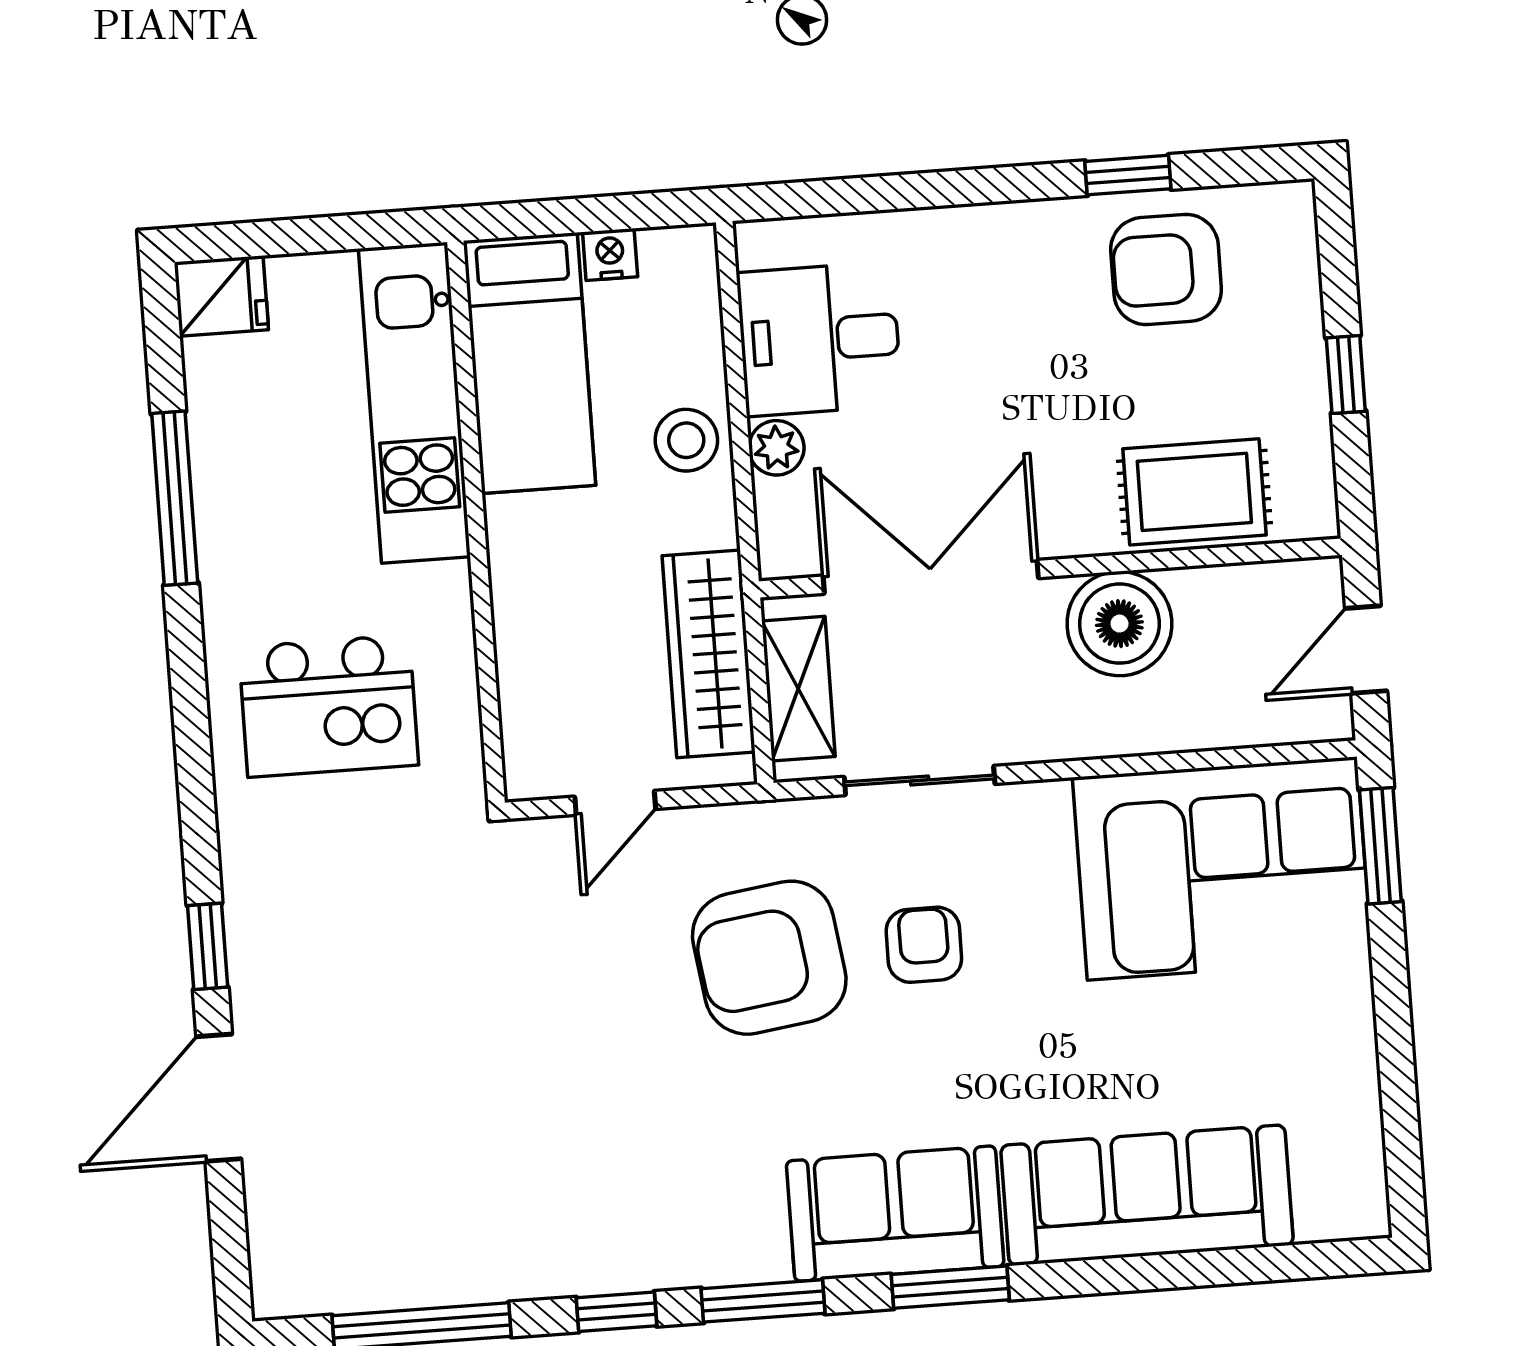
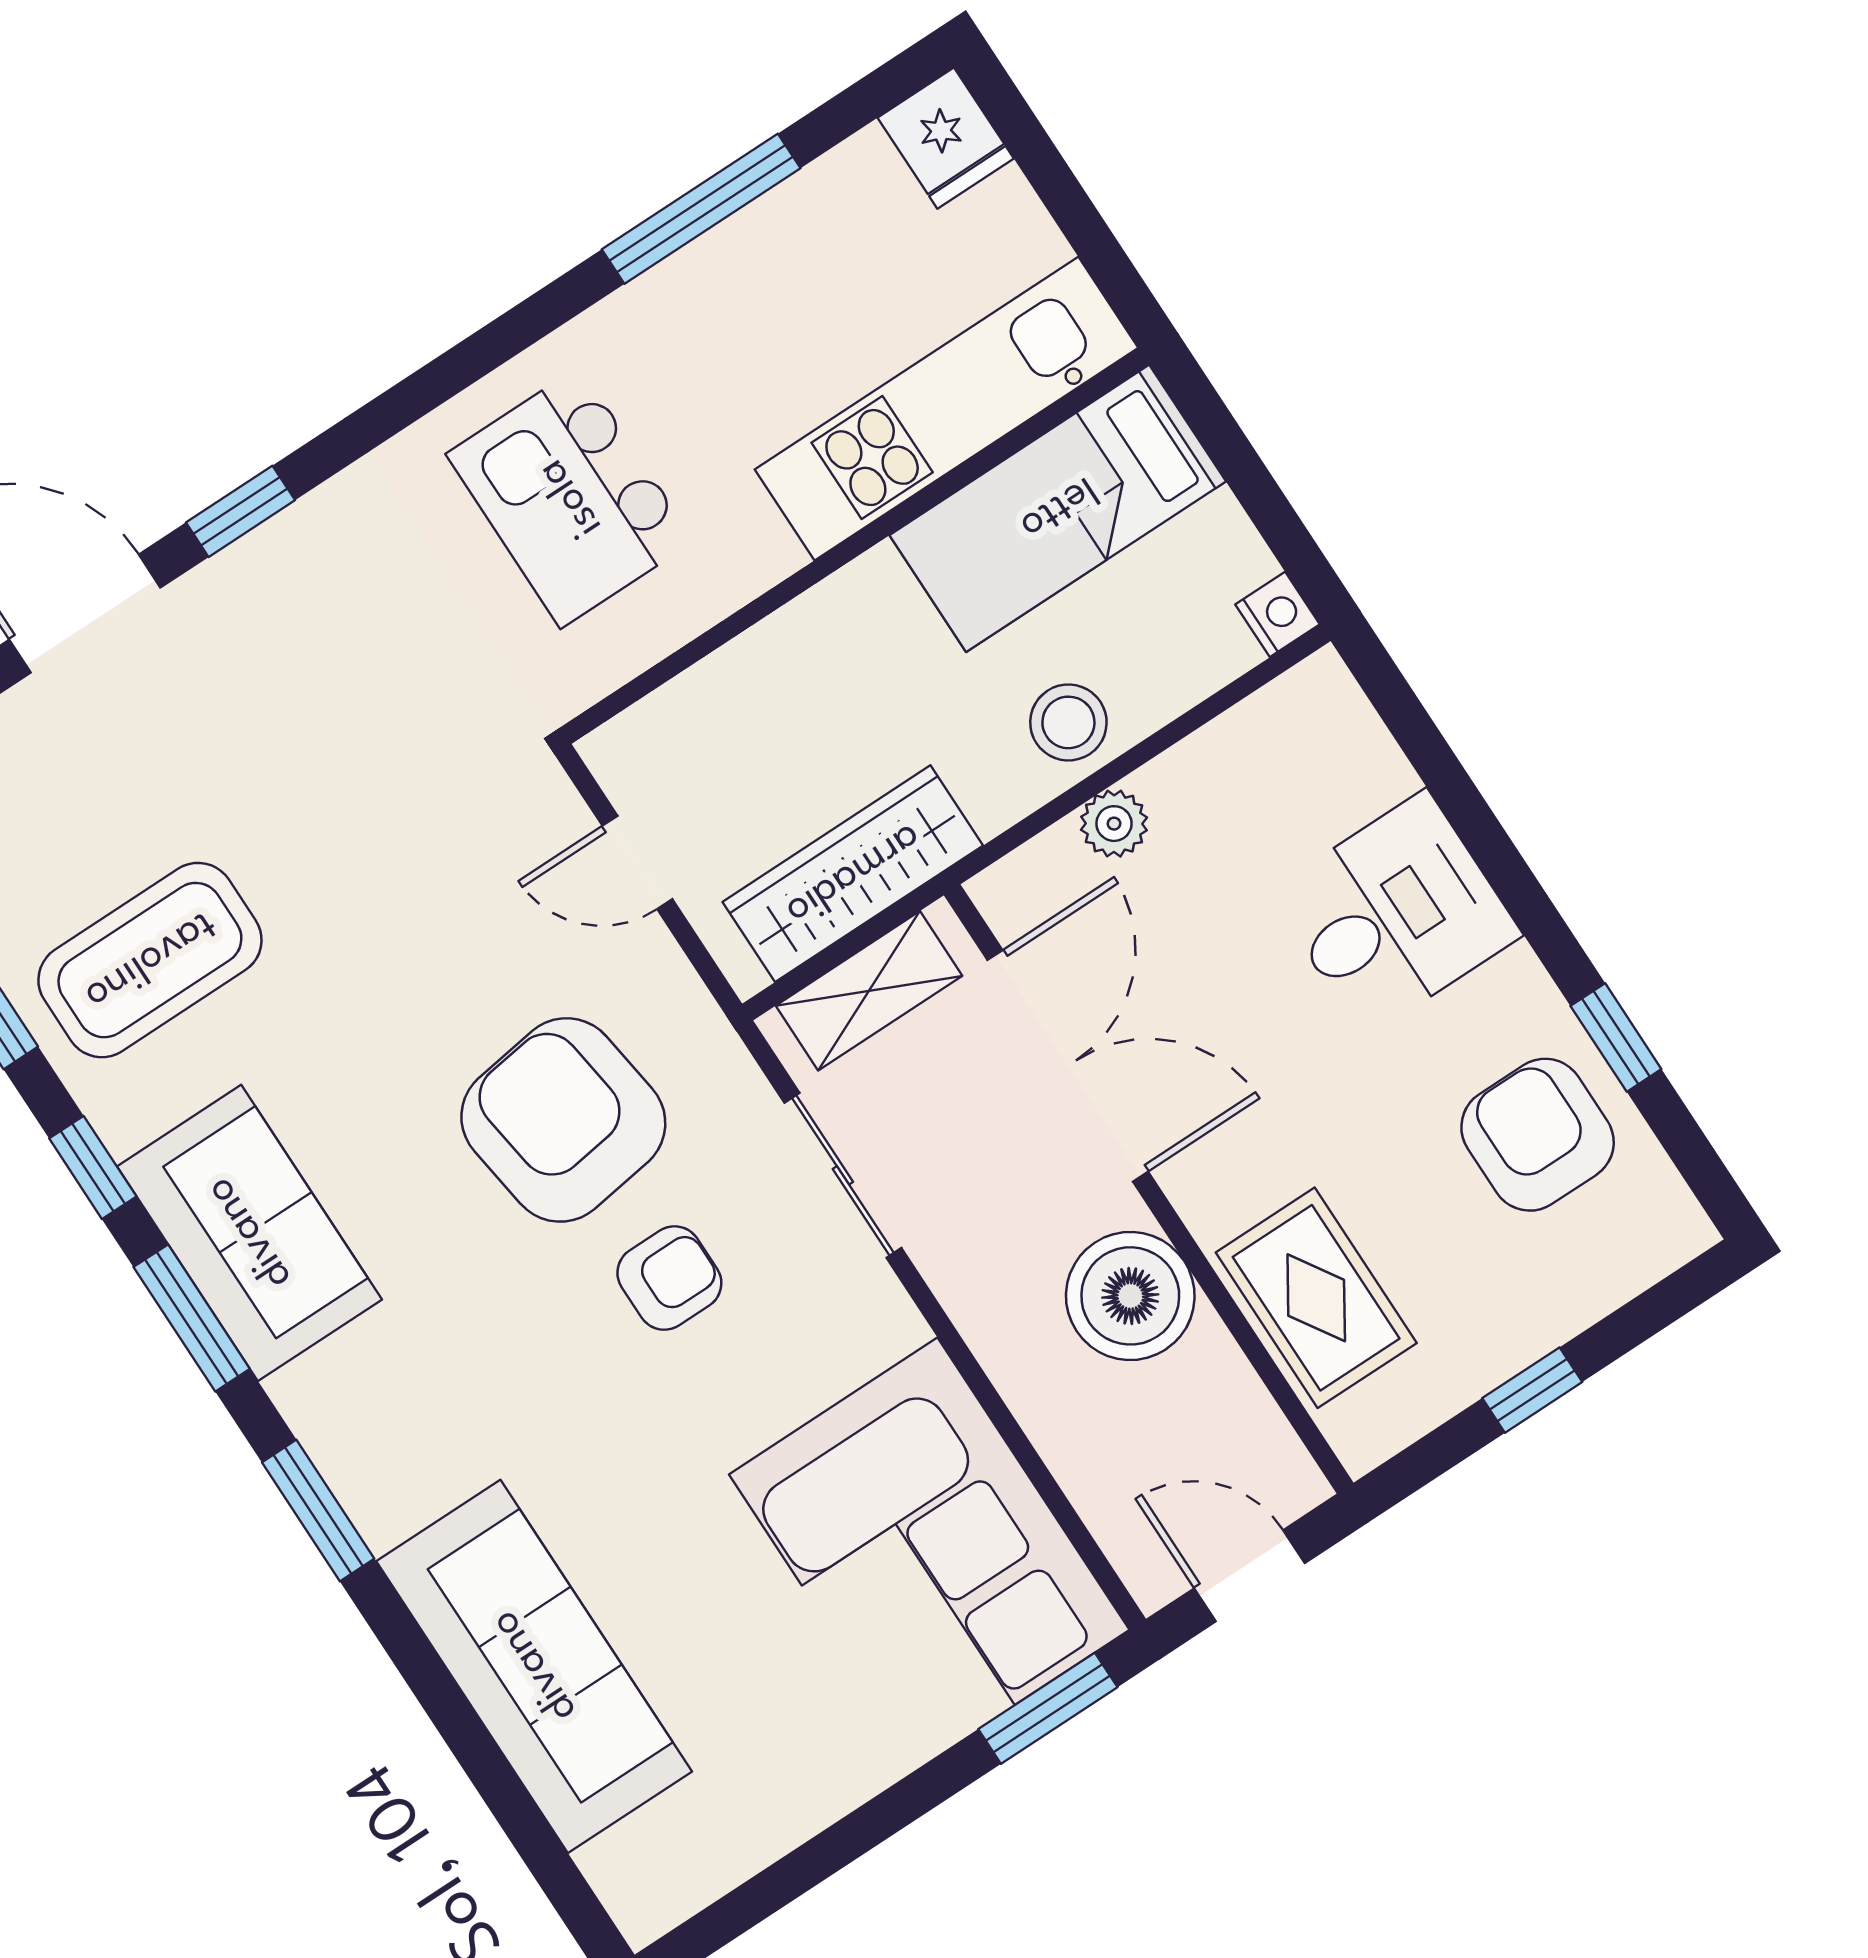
nightstand: (610, 254) -> (1278, 614), moved
desk: (819, 339) -> (1395, 914), moved, turned 90
coffee table: (491, 1189) -> (150, 960), added
sofa: (895, 1214) -> (249, 1233), moved

